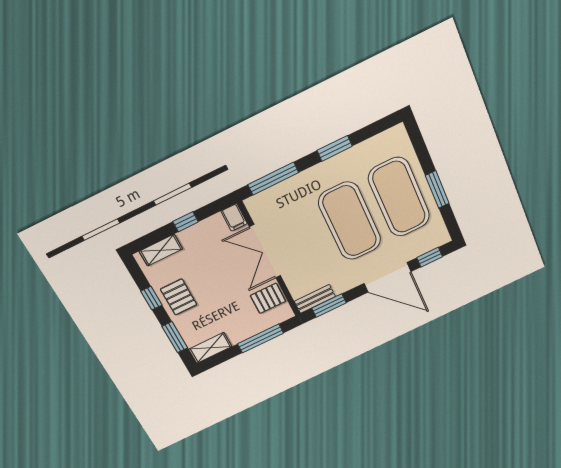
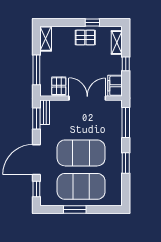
filing cabinet: (234, 217) -> (115, 86), width x2.00
window: (175, 337) -> (63, 22), removed

